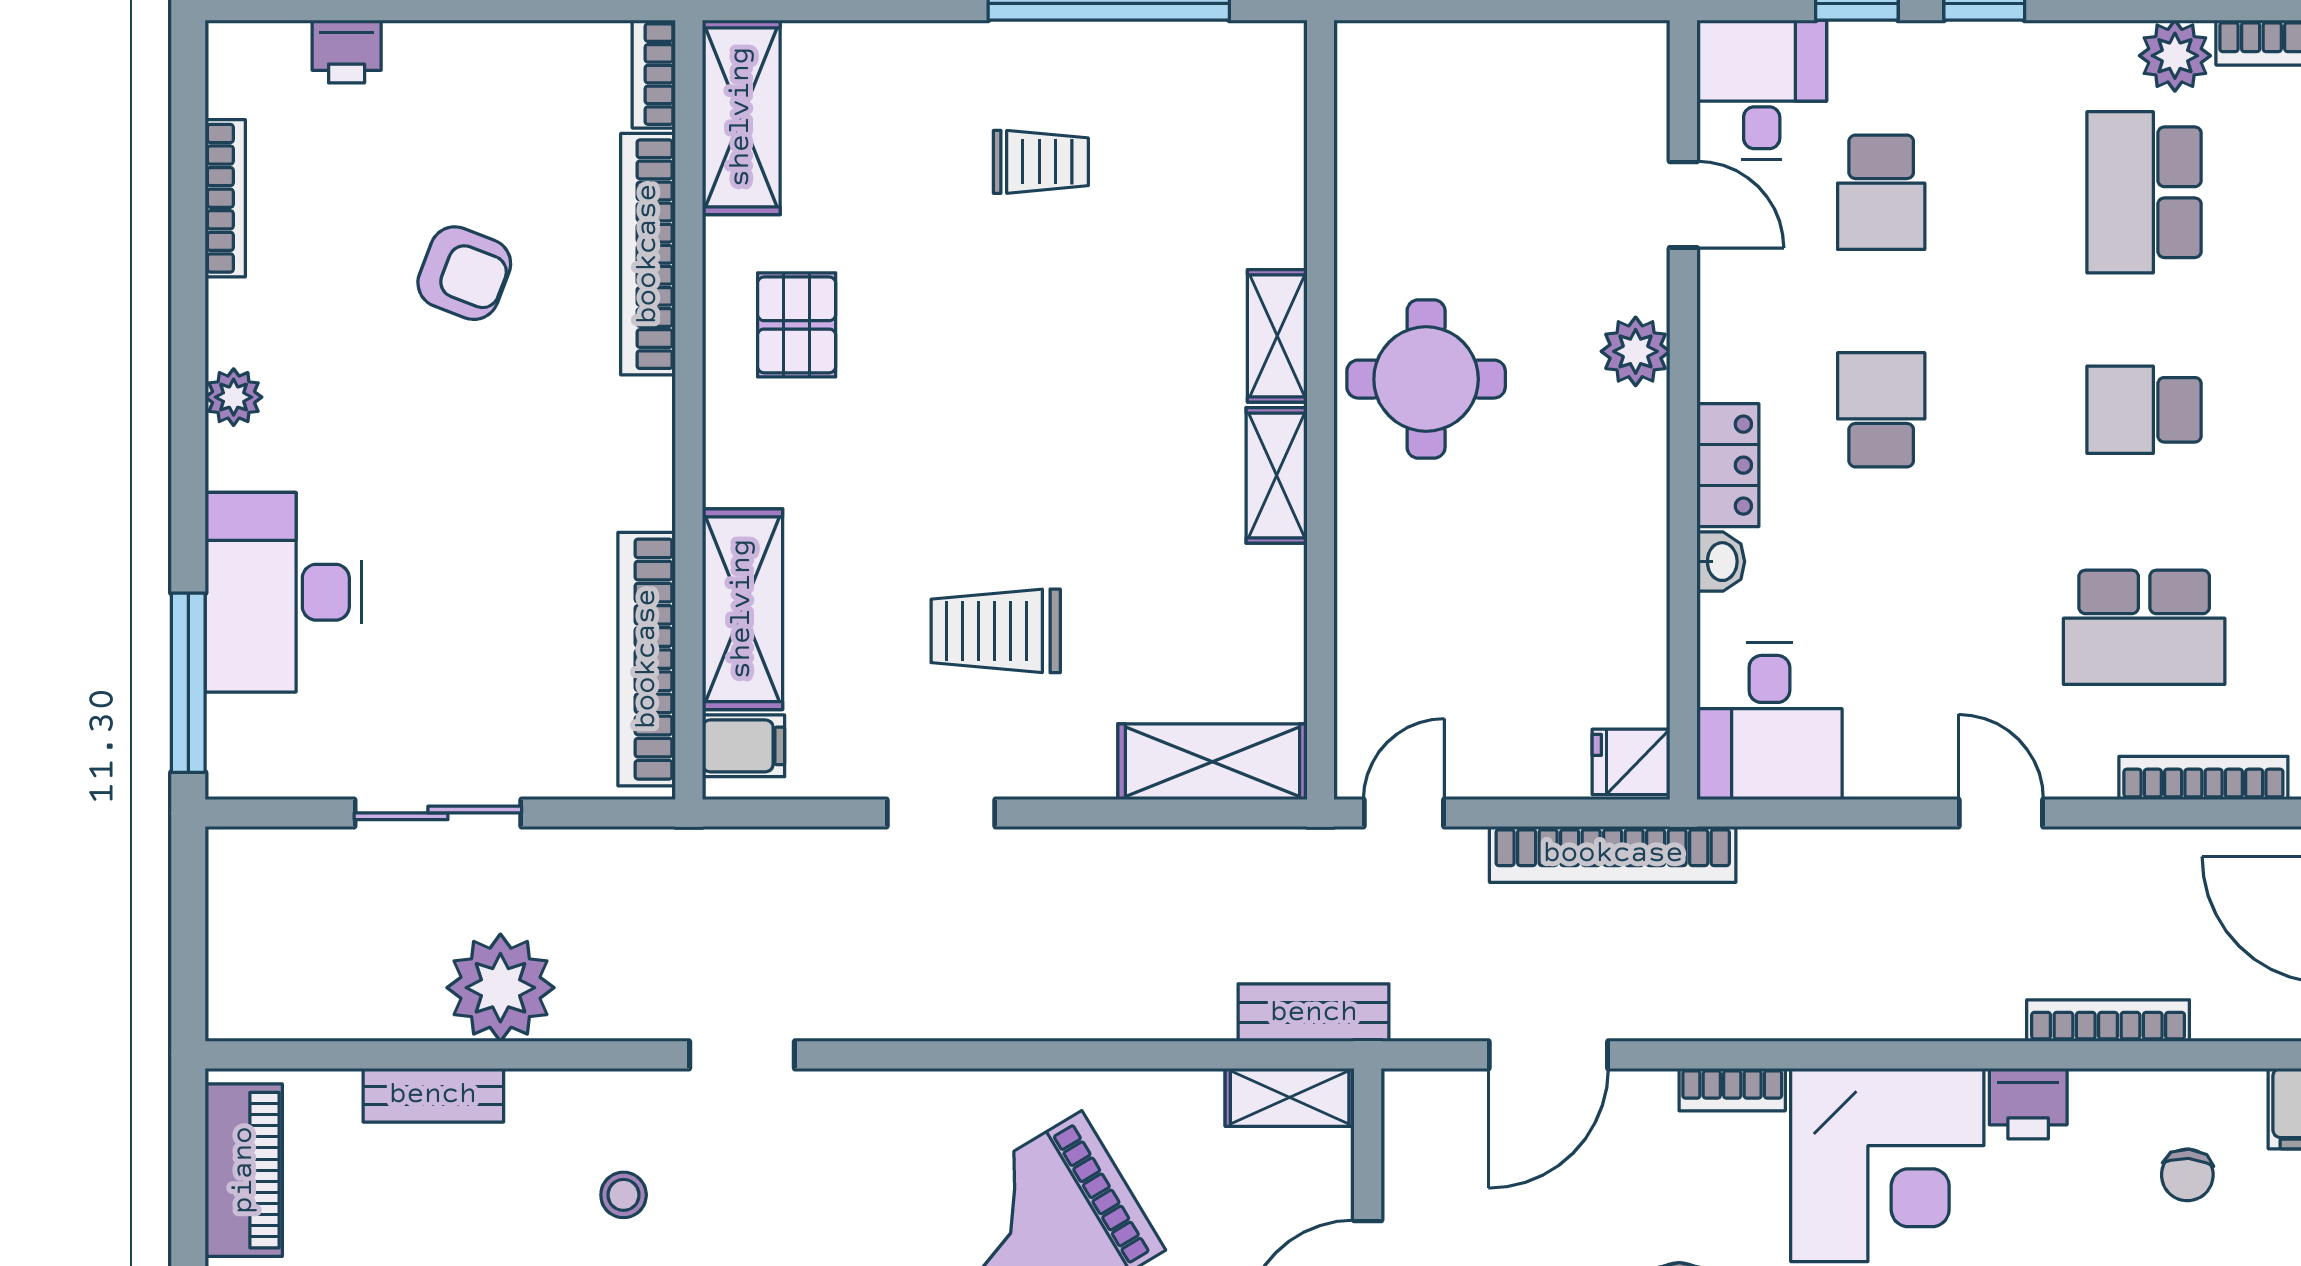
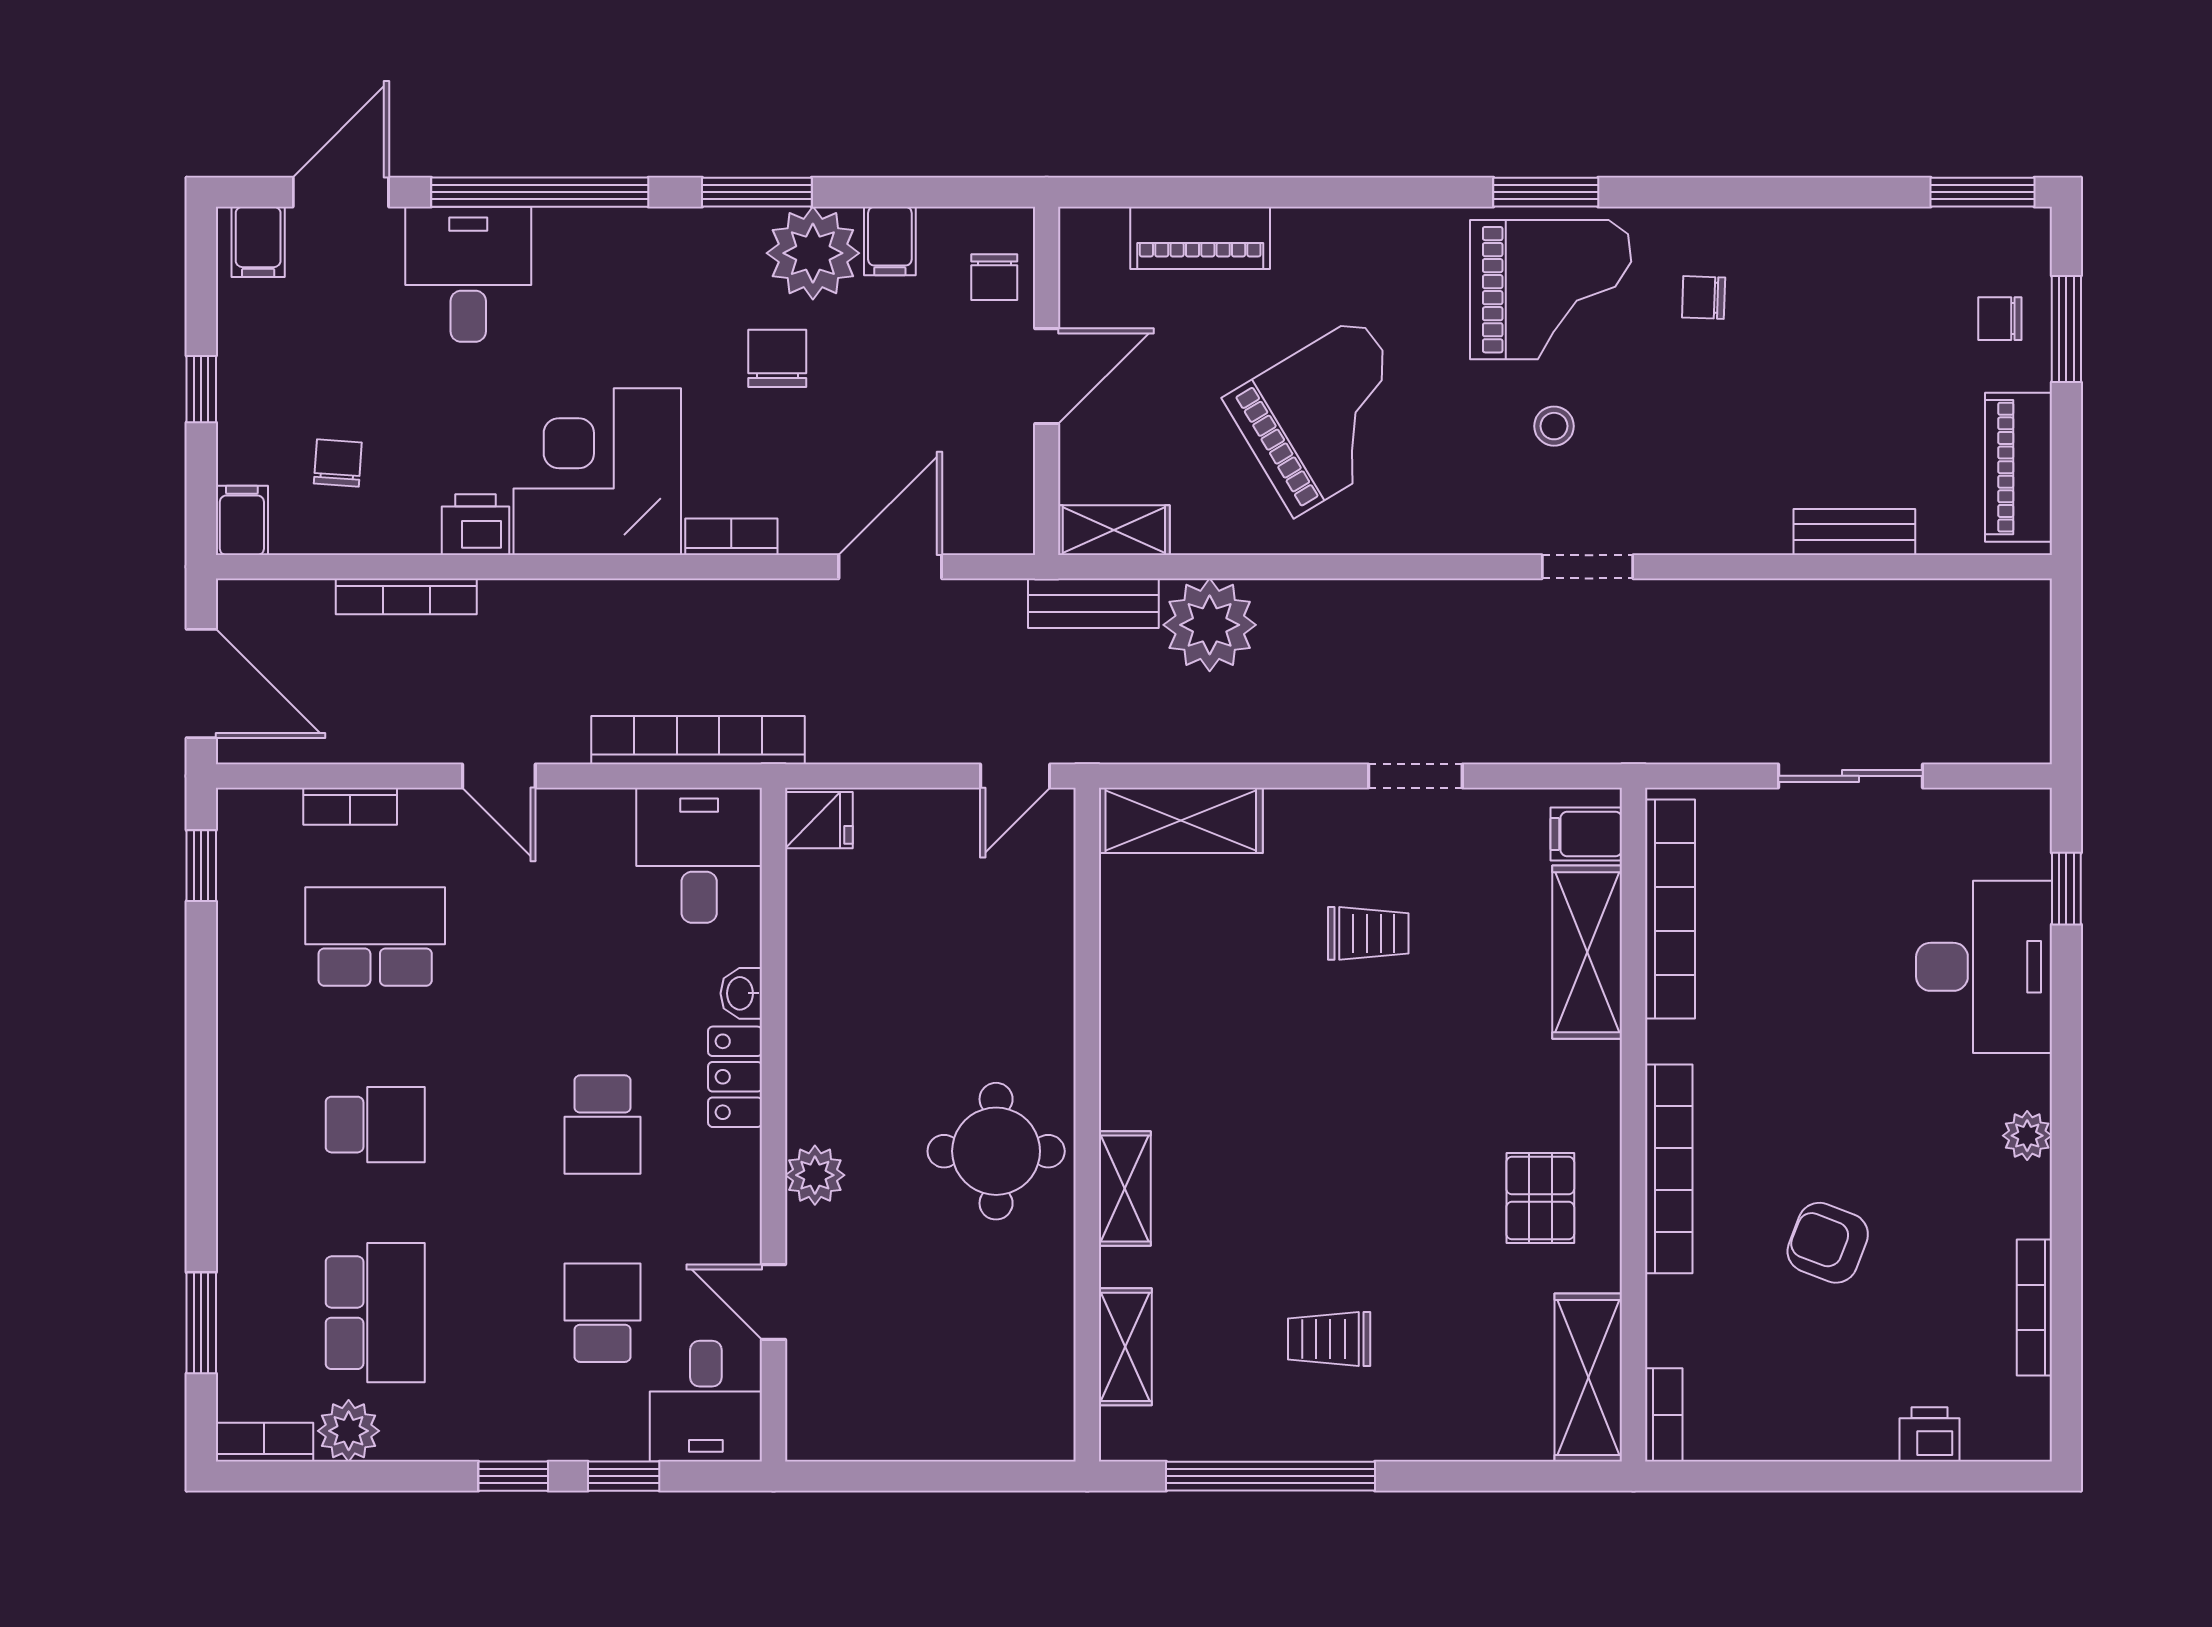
bookcase: (648, 254) -> (1669, 1169), moved
shelving: (1277, 475) -> (1125, 1347), moved
trolley: (996, 631) -> (1368, 933), width x0.73, depth x0.72
window: (188, 683) -> (2066, 889), width x0.46
bookcase: (2203, 778) -> (350, 806), width x0.64
bookcase: (1613, 854) -> (698, 740), moved
plant: (500, 988) -> (1210, 625), moved
stool: (624, 1195) -> (1554, 426), moved

